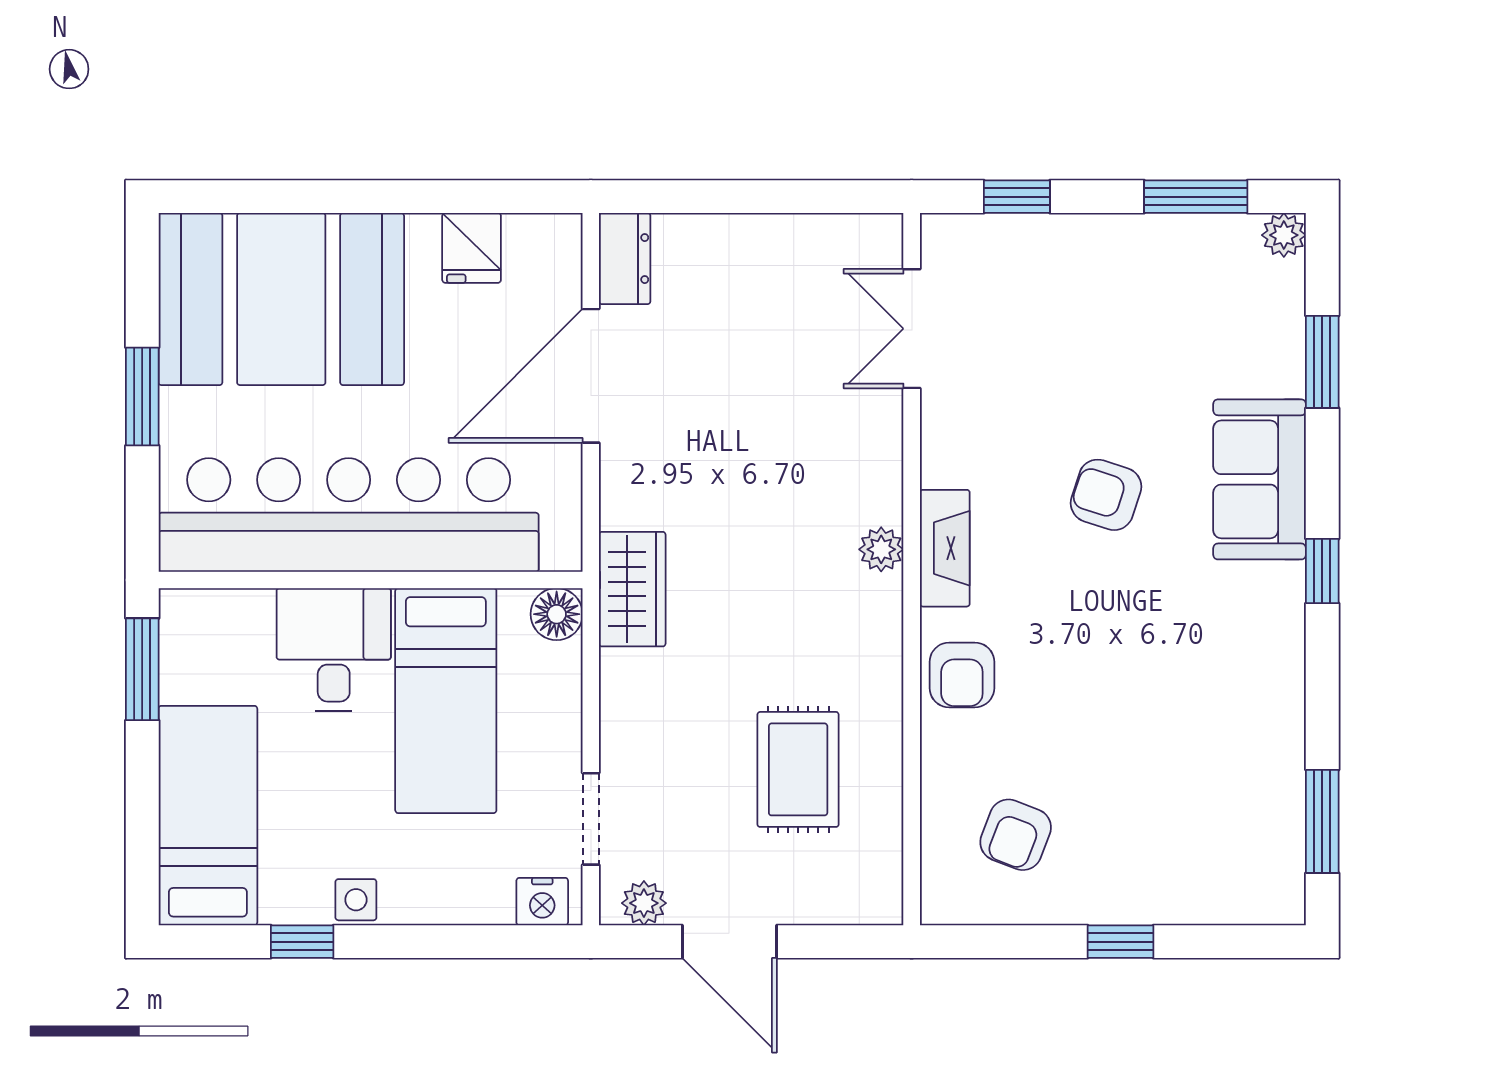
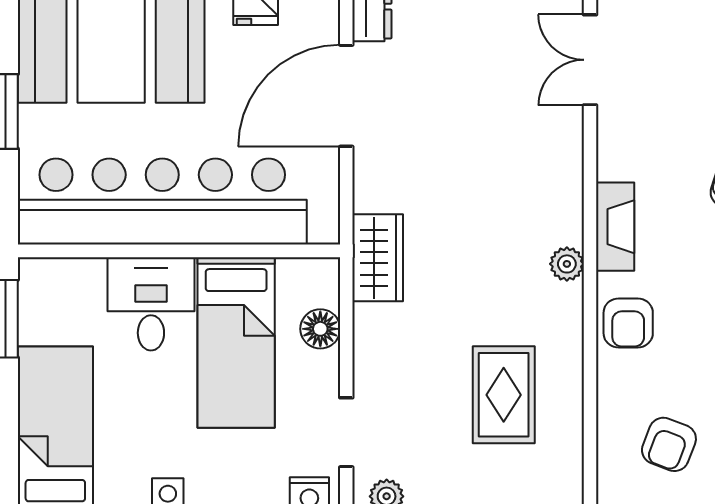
plant: (881, 549) -> (567, 264), moved
floor lamp: (557, 614) -> (320, 329), moved

